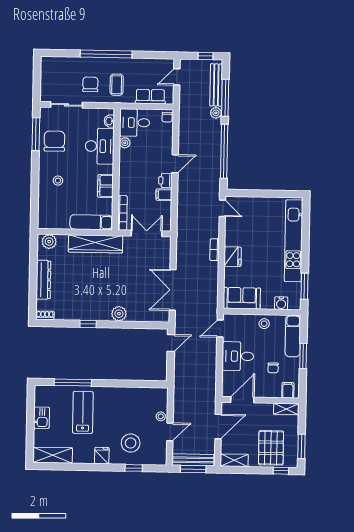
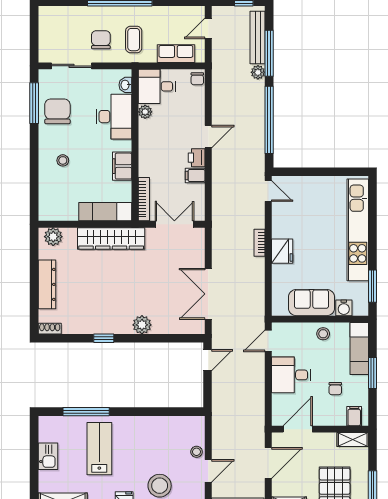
sofa: (242, 298) -> (311, 303), moved

